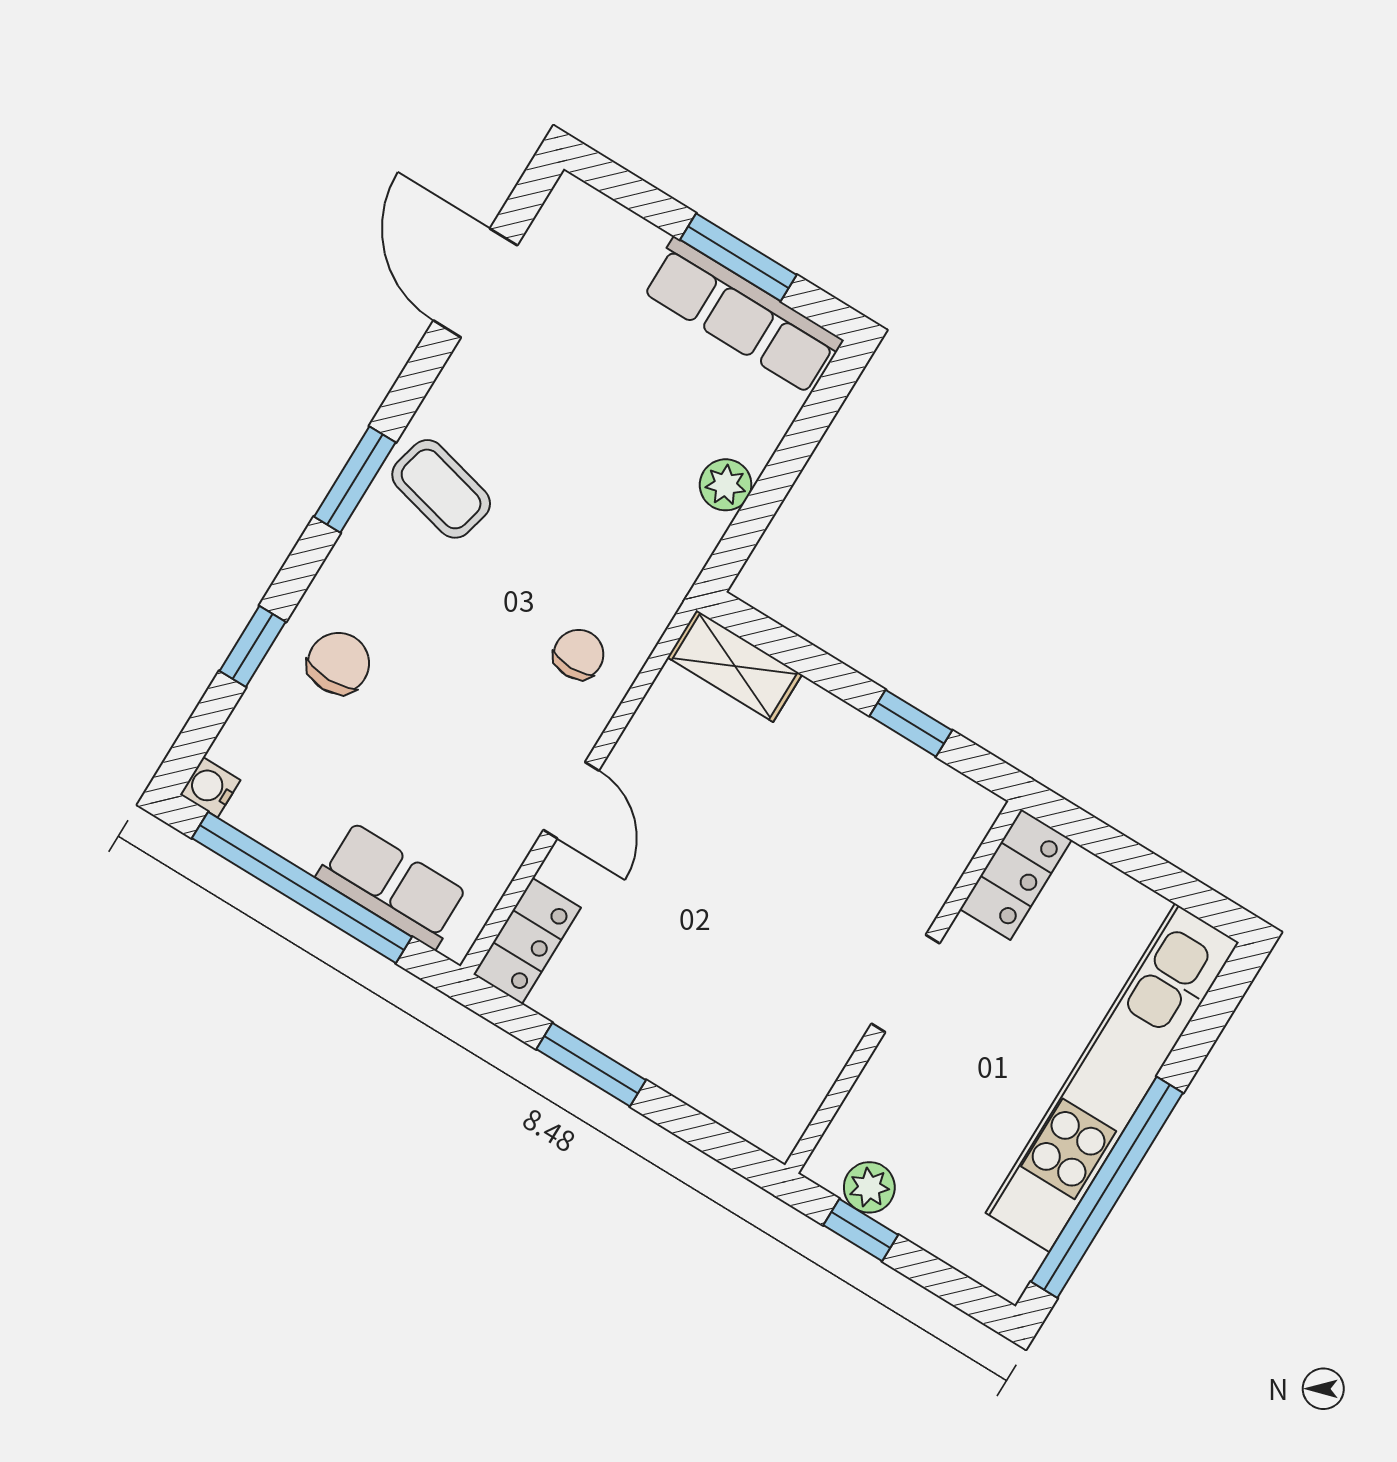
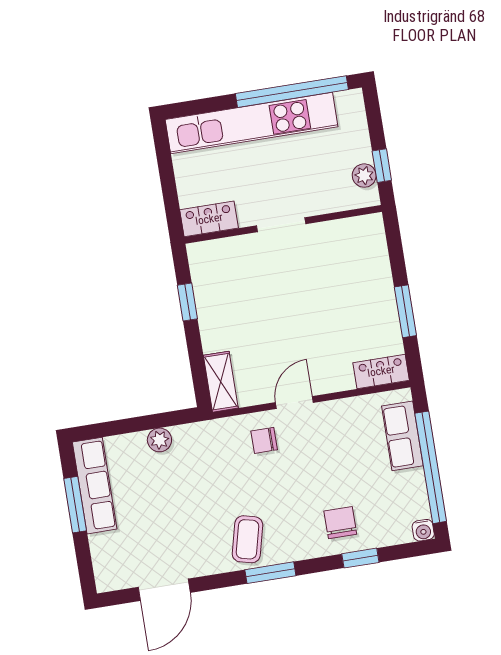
chair: (338, 663) -> (340, 523), turned 90
door: (571, 800) -> (294, 402), moved

